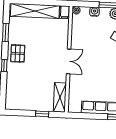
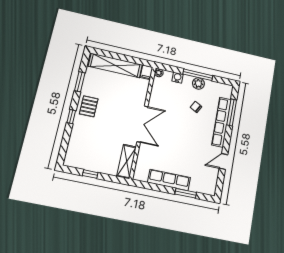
double door: (69, 61) -> (142, 124), width x1.37
window: (42, 114) -> (90, 174), moved

